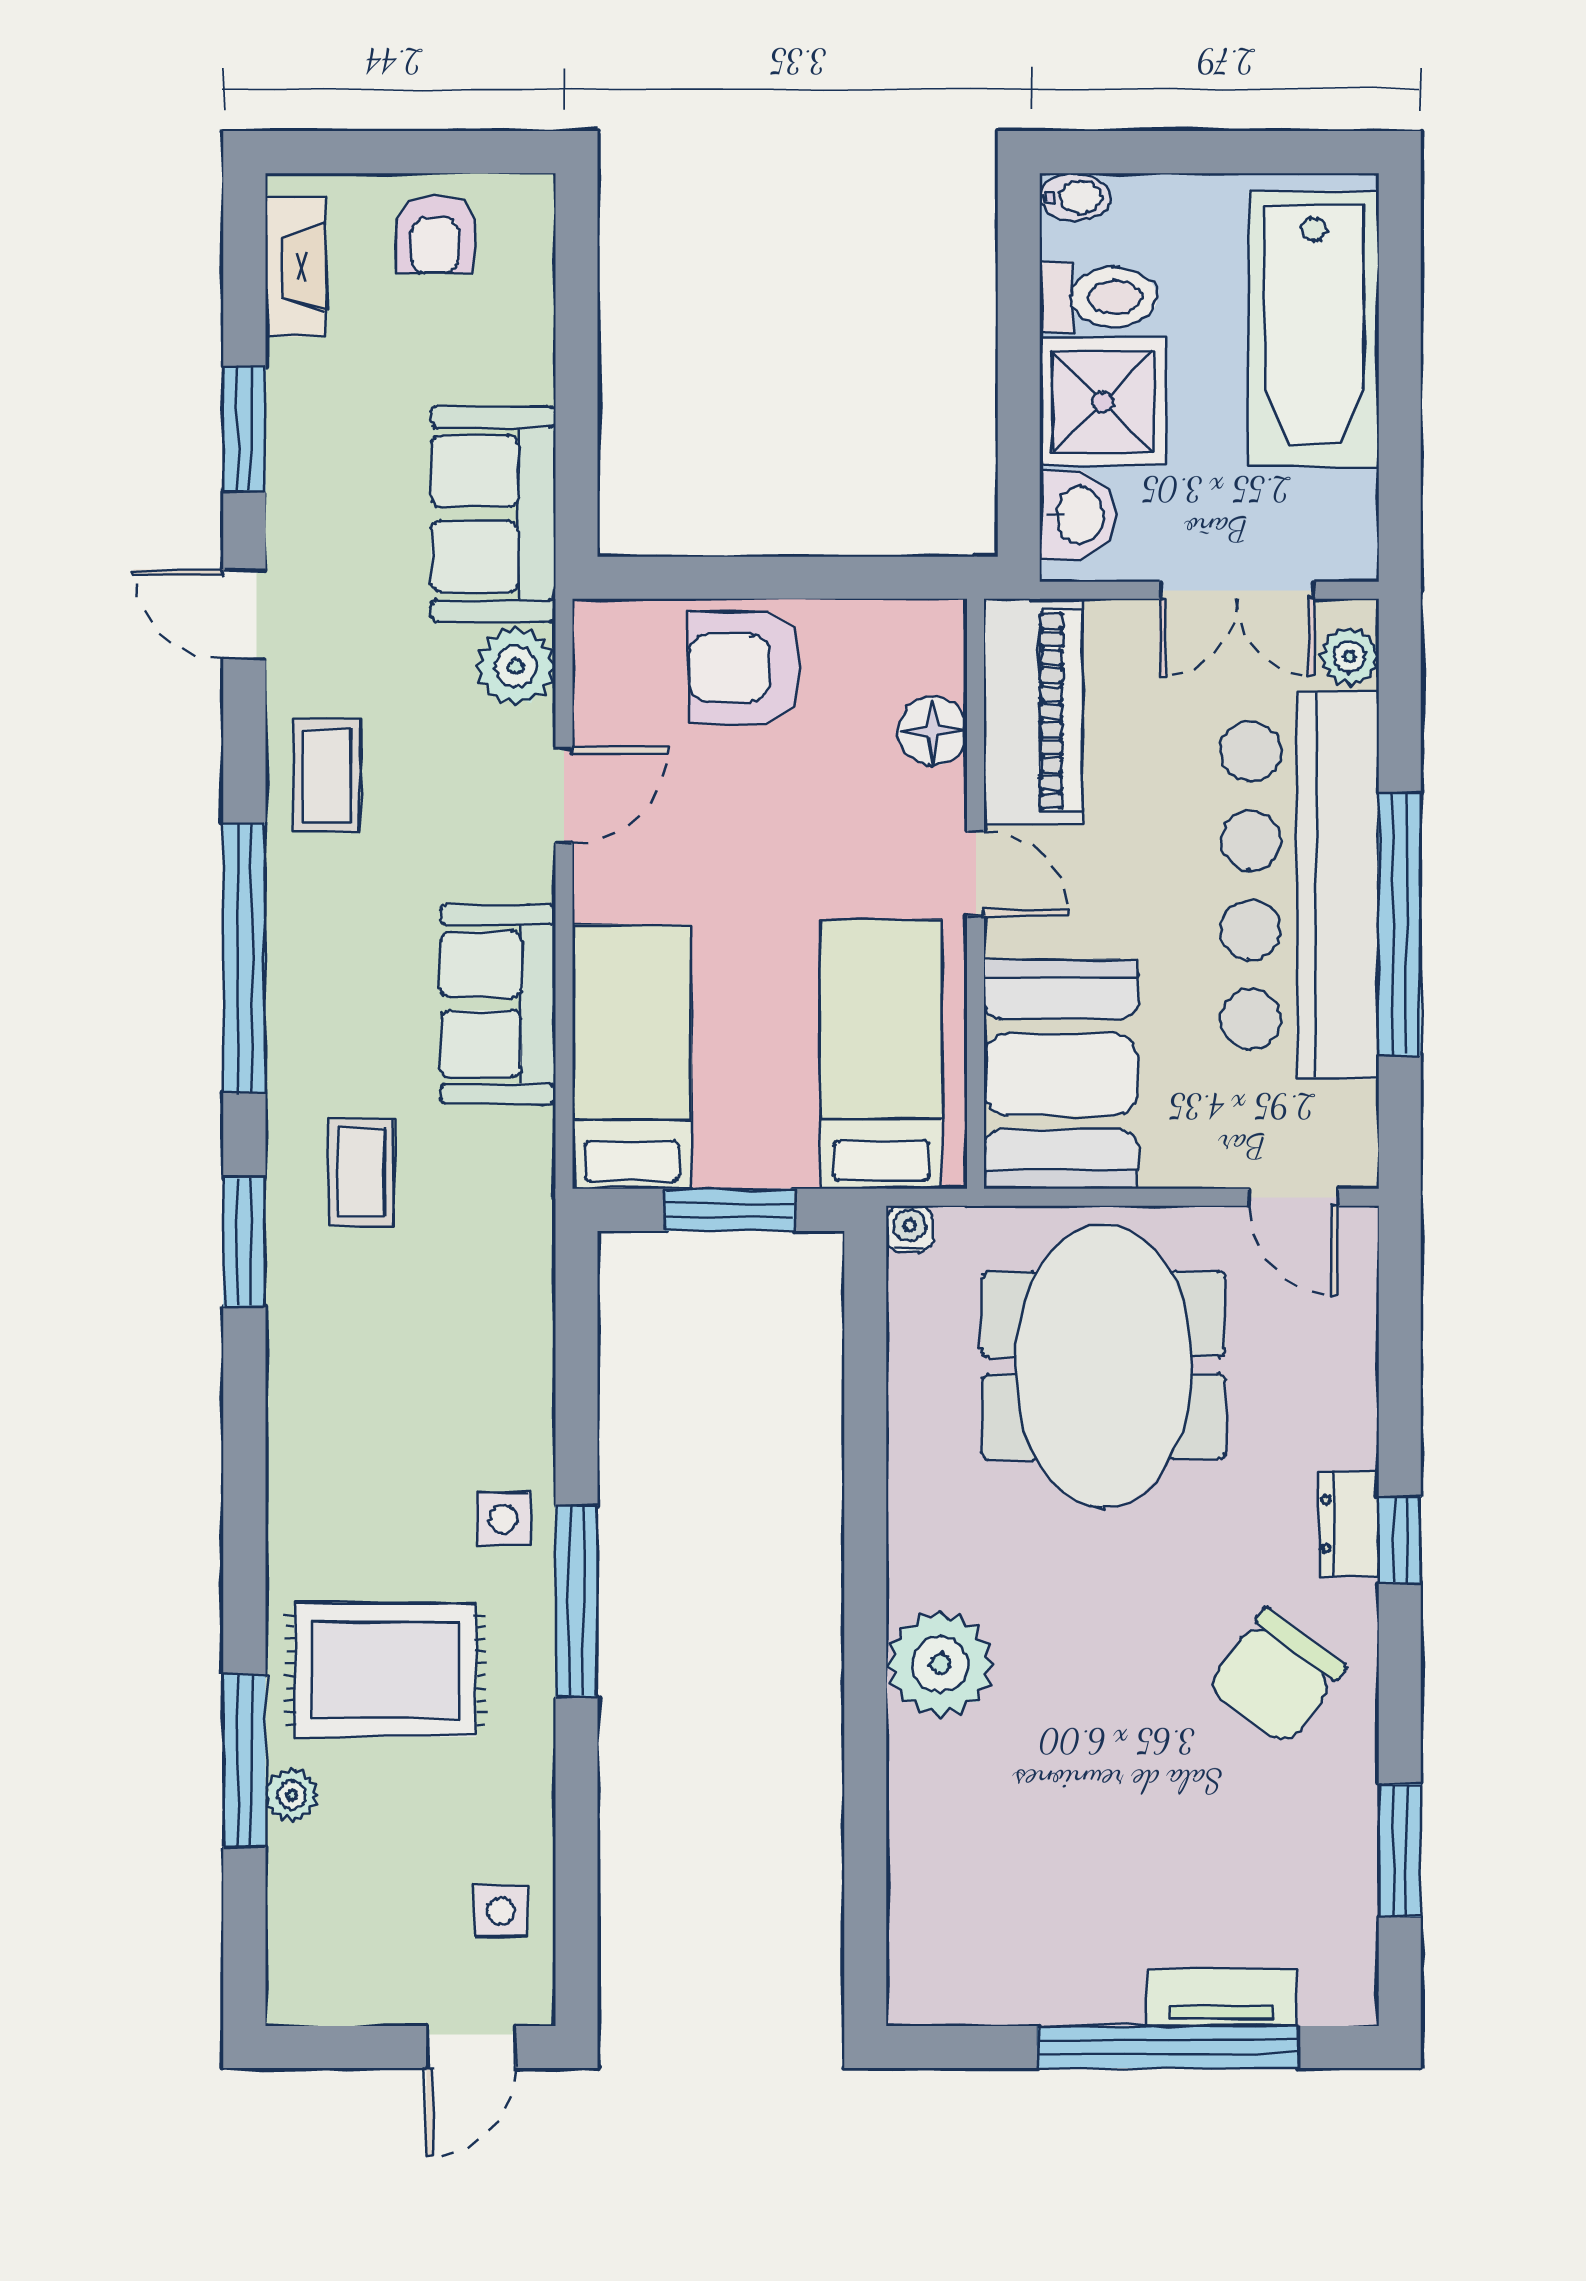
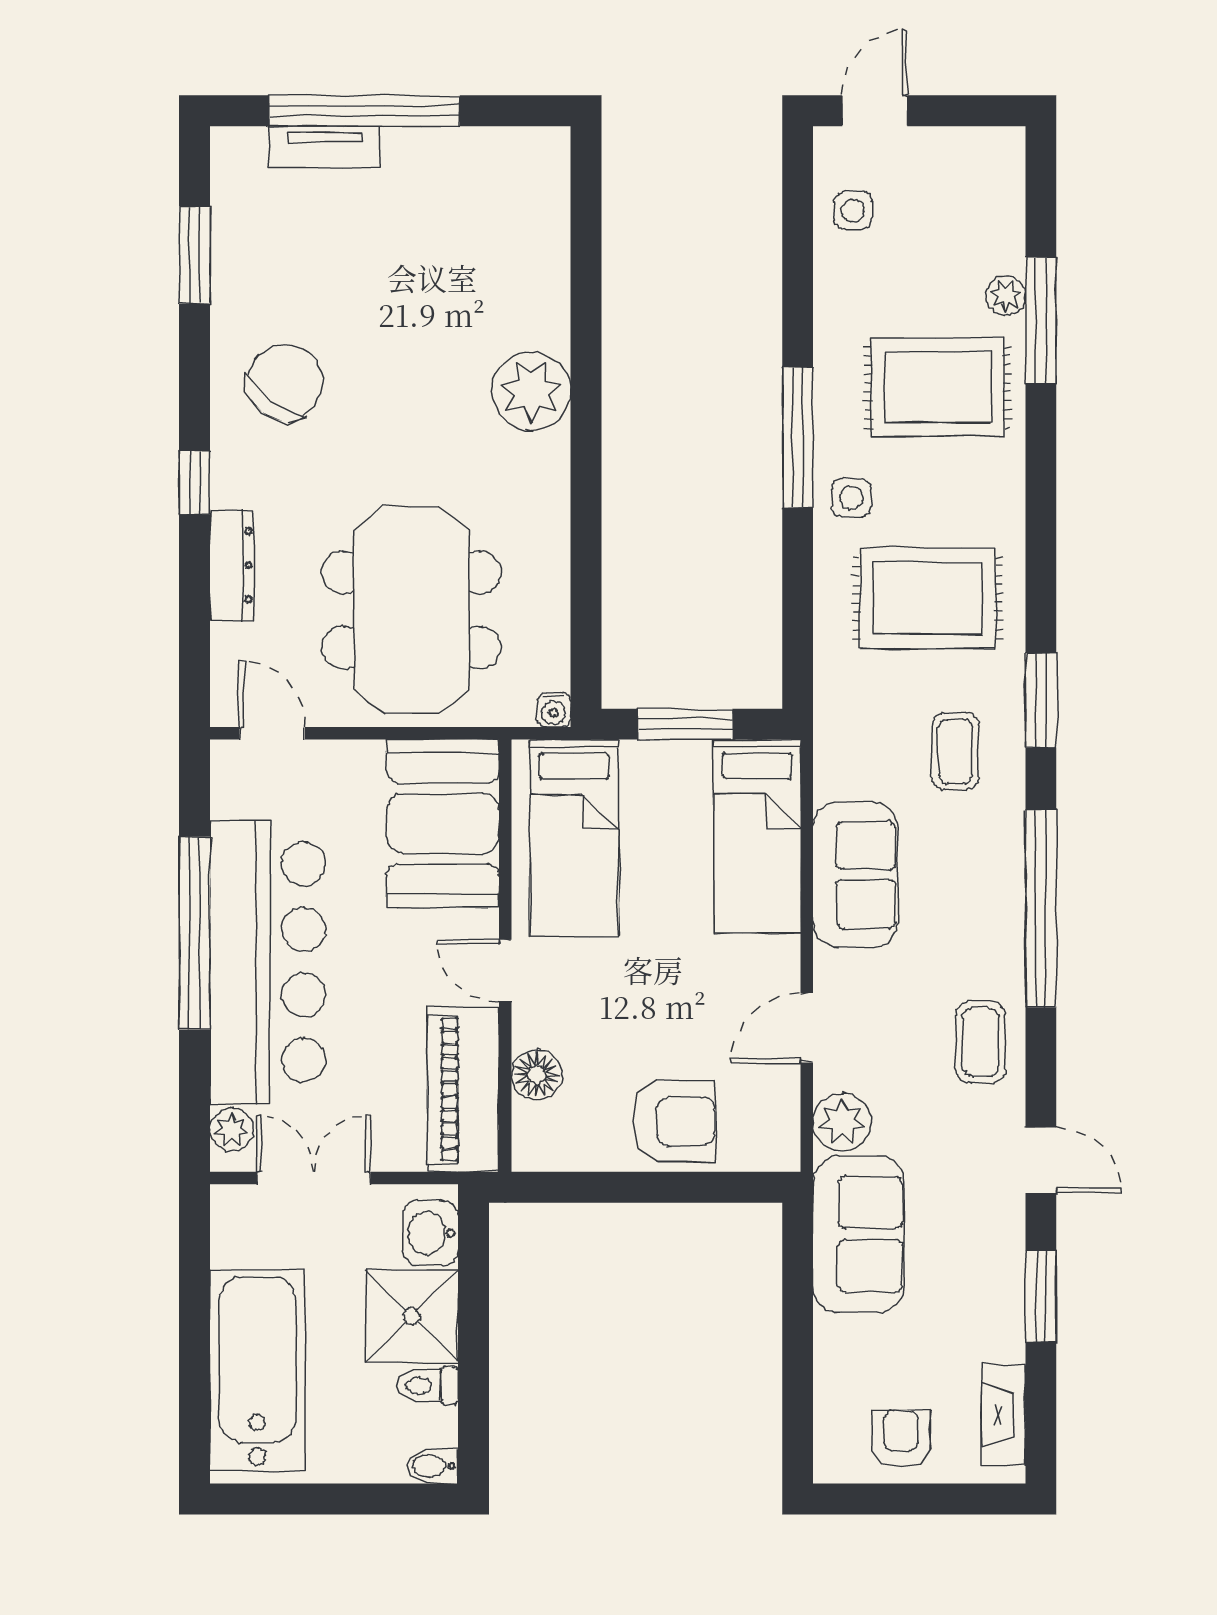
toilet: (1098, 297) -> (427, 1386), width x0.73, depth x0.72
rug: (399, 1382) -> (928, 598), added
dresser: (1349, 1524) -> (232, 565), moved, width x1.44

